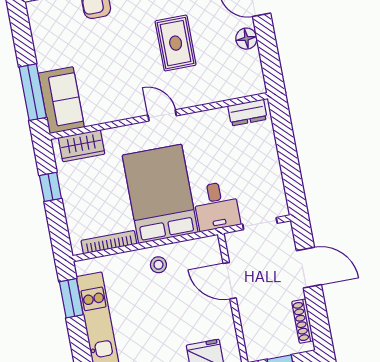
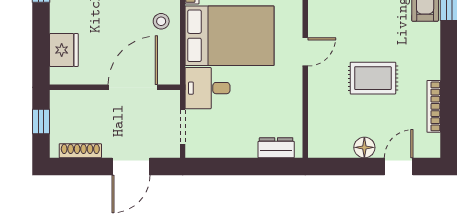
dresser: (247, 113) -> (276, 148), moved, turned 90
door: (230, 281) -> (133, 87), width x1.36

